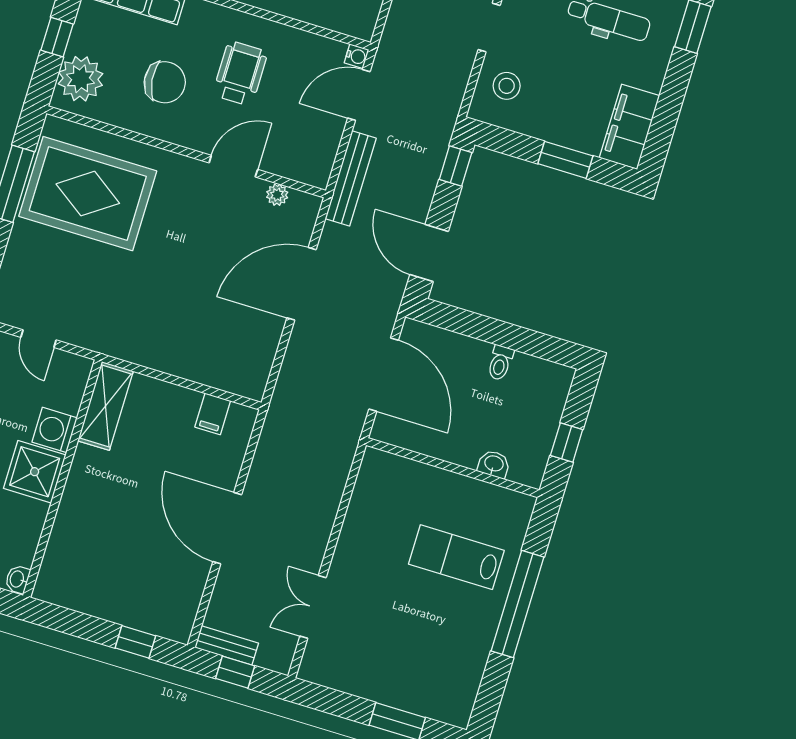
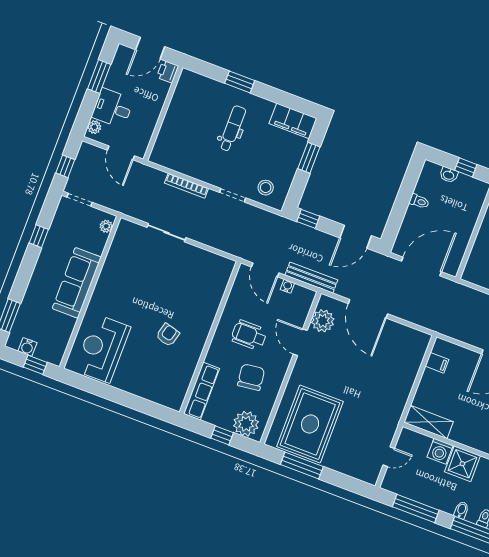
water cooler: (357, 56) -> (287, 286), moved
plant: (277, 195) -> (323, 321), width x1.87, depth x1.87
washbasin: (494, 464) -> (449, 175), moved, turned -90

